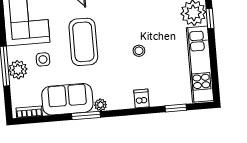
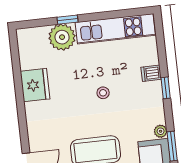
dishwasher: (142, 99) -> (151, 73), moved
window: (176, 108) -> (166, 88), moved

